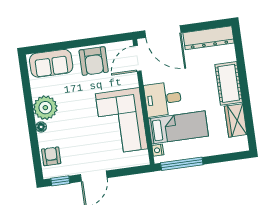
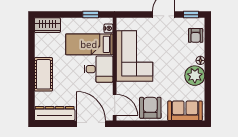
door: (137, 58) -> (115, 105), hinge flipped
wardrobe: (236, 120) -> (47, 25), moved, turned 90
window: (182, 164) -> (91, 15), width x0.46

